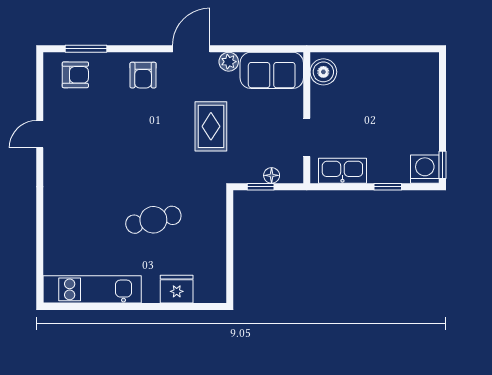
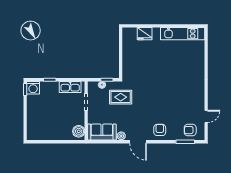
door: (191, 49) -> (138, 142), hinge flipped
rug: (211, 126) -> (121, 97), moved, turned 90
door: (40, 134) -> (206, 116), moved
cafe table: (153, 220) -> (155, 65), removed

